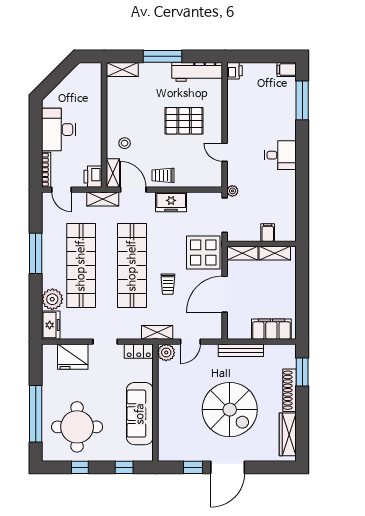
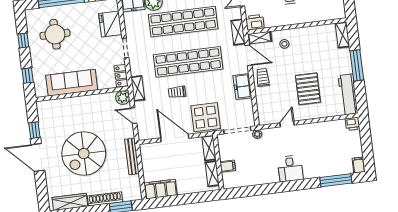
door: (133, 190) -> (248, 55), hinge flipped
filing cabinet: (271, 329) -> (161, 189), moved, turned -90
round table: (77, 427) -> (55, 34), width x0.73, depth x0.73

